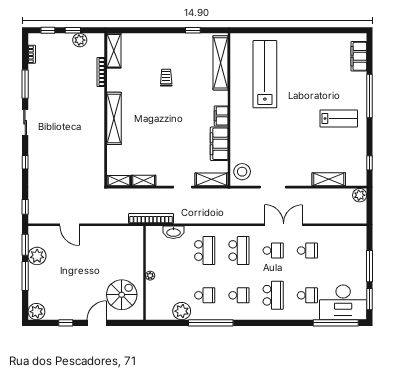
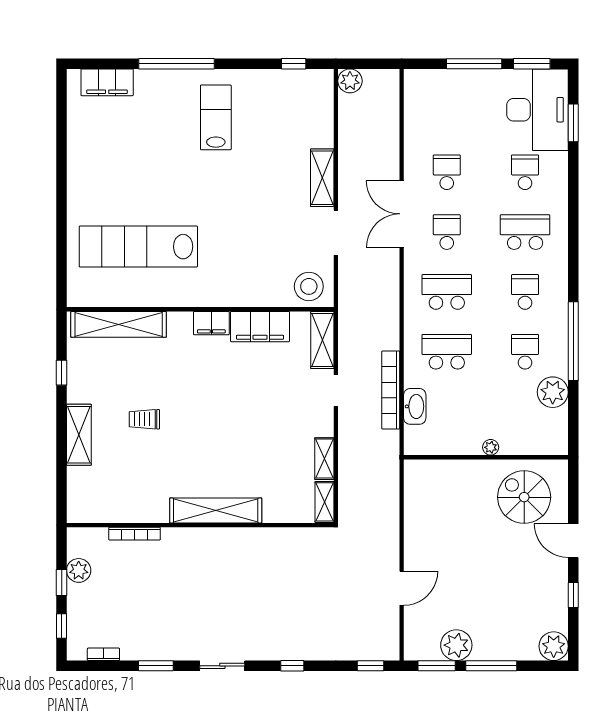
shelving: (114, 51) -> (79, 435), moved, turned 90
window: (25, 84) -> (156, 666), width x0.69
shelving: (329, 179) -> (322, 178), moved
bookcase: (151, 218) -> (391, 390), moved
window: (336, 323) -> (573, 123), width x0.47

